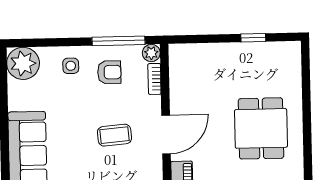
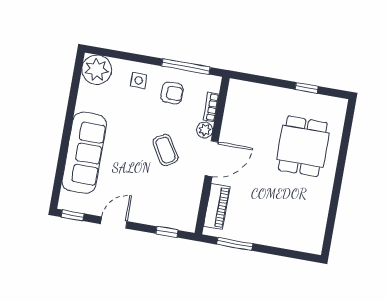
plant: (151, 53) -> (205, 130), moved
dining table: (261, 128) -> (303, 146), moved
coffee table: (115, 135) -> (165, 150), turned 64

